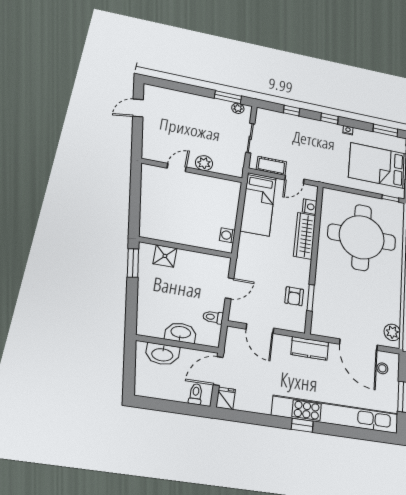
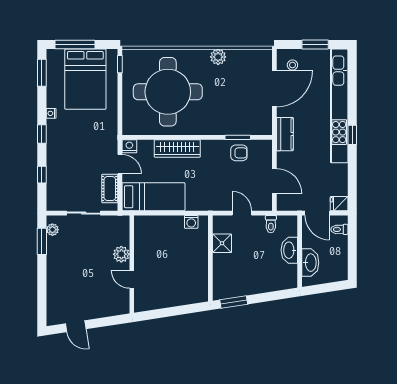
nightstand: (310, 207) -> (129, 146), moved
shower: (165, 256) -> (222, 243), moved
door: (260, 329) -> (274, 181), hinge flipped
plant: (392, 332) -> (218, 57), moved

